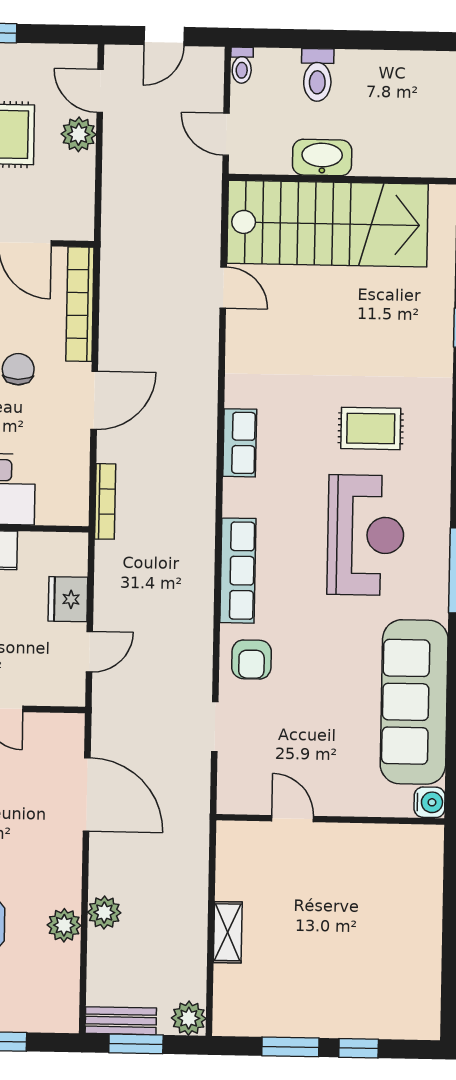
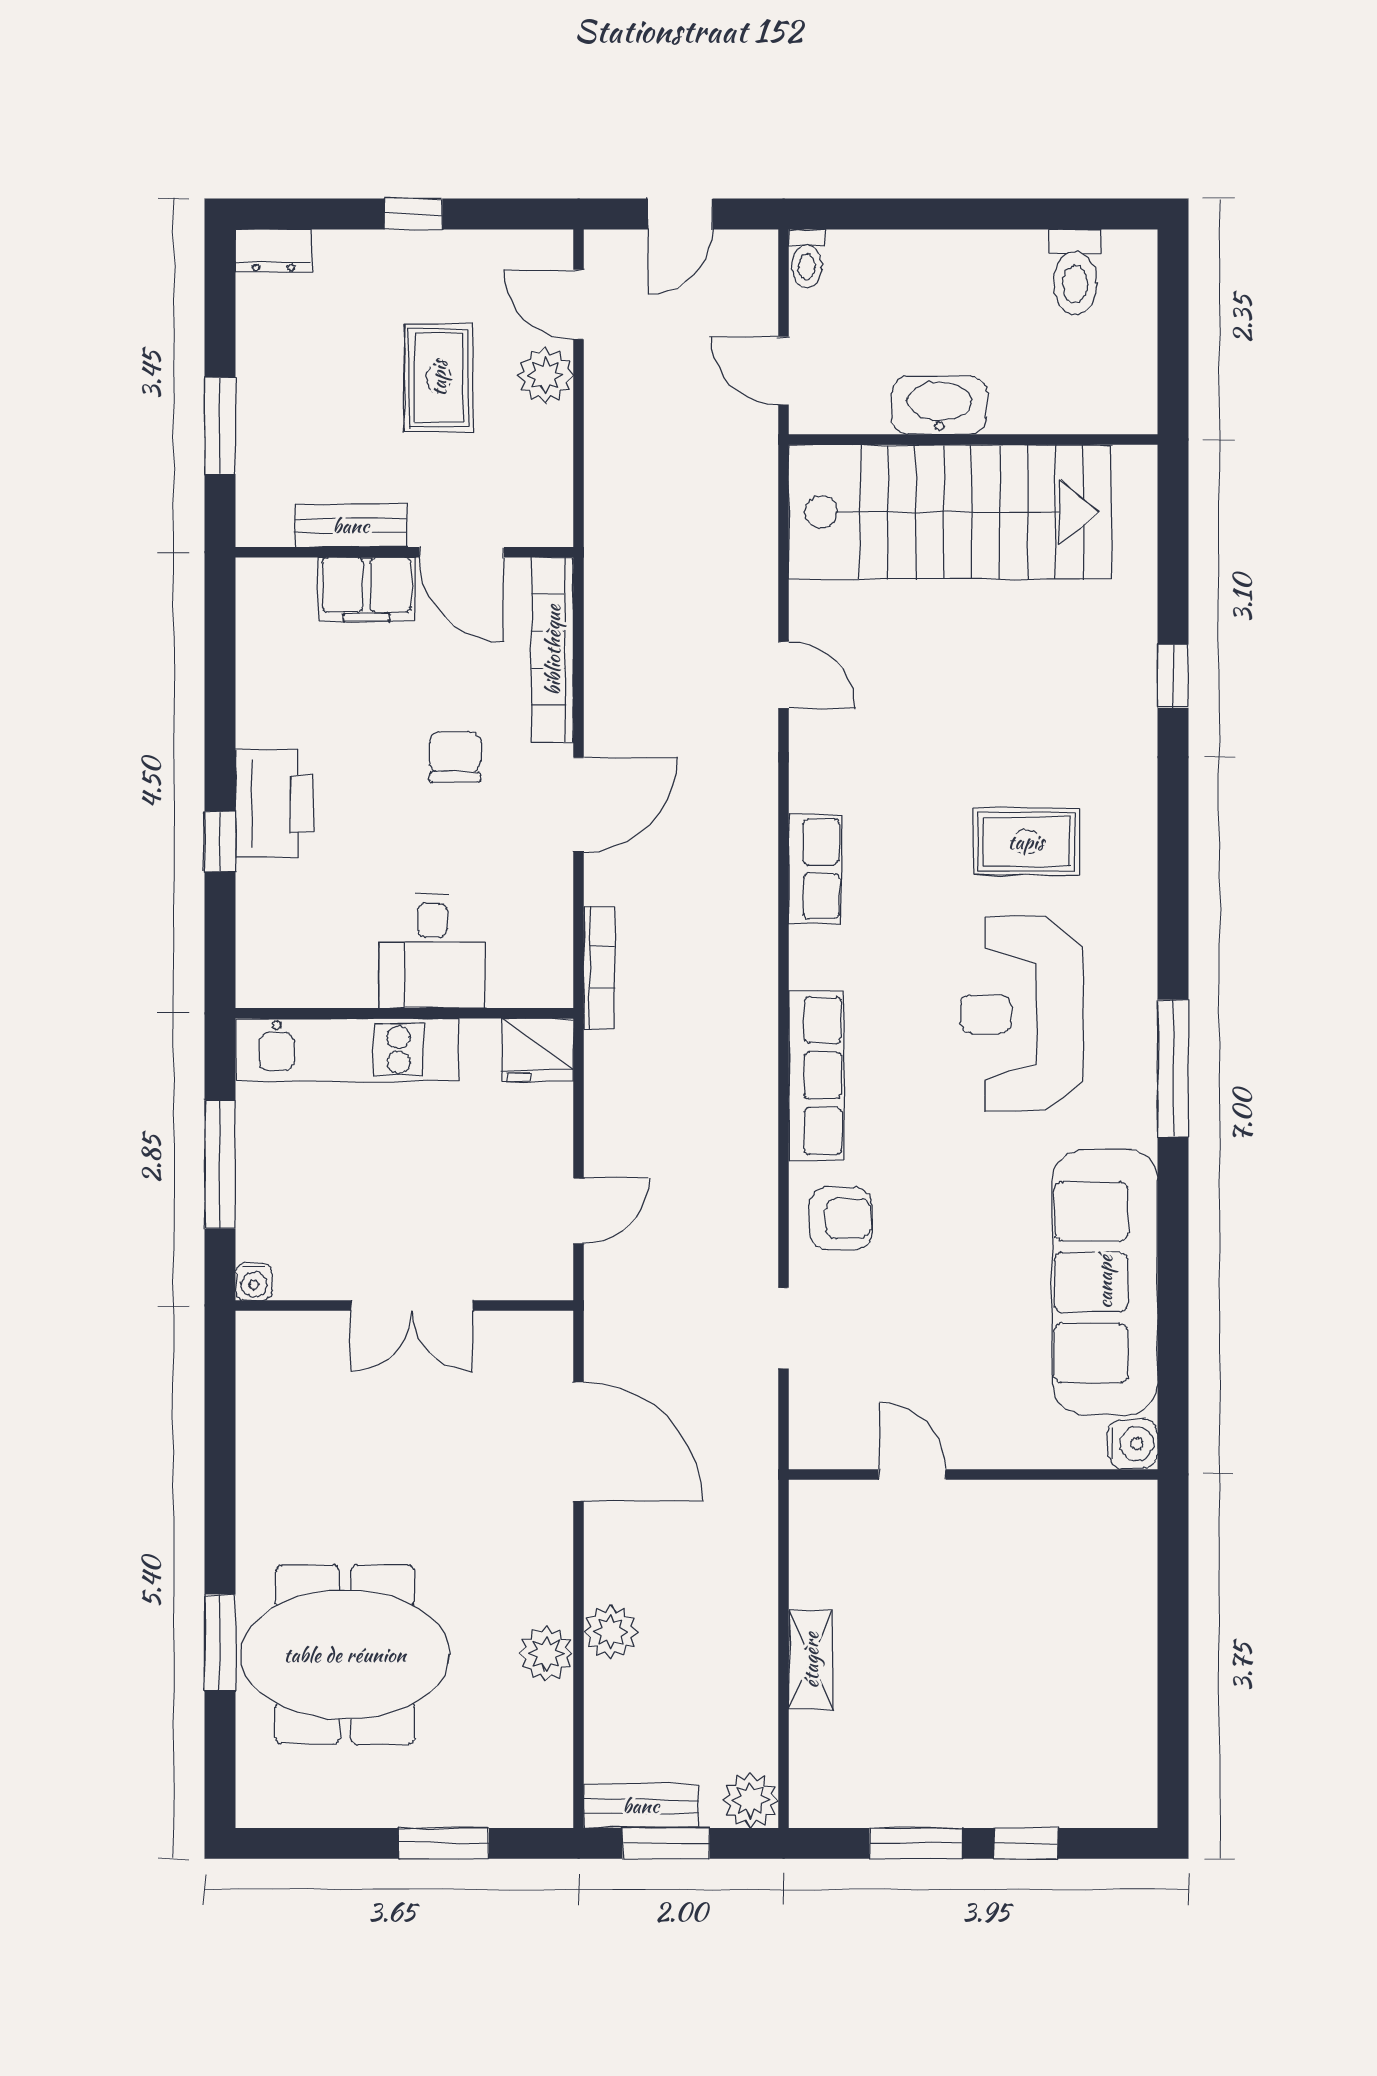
toilet: (317, 75) -> (1075, 272), moved
door: (223, 288) -> (784, 675), moved
reception desk: (366, 535) -> (1021, 1014), turned 180
fridge: (68, 599) -> (537, 1050), moved, turned -90
armchair: (252, 659) -> (841, 1219), turned -90

